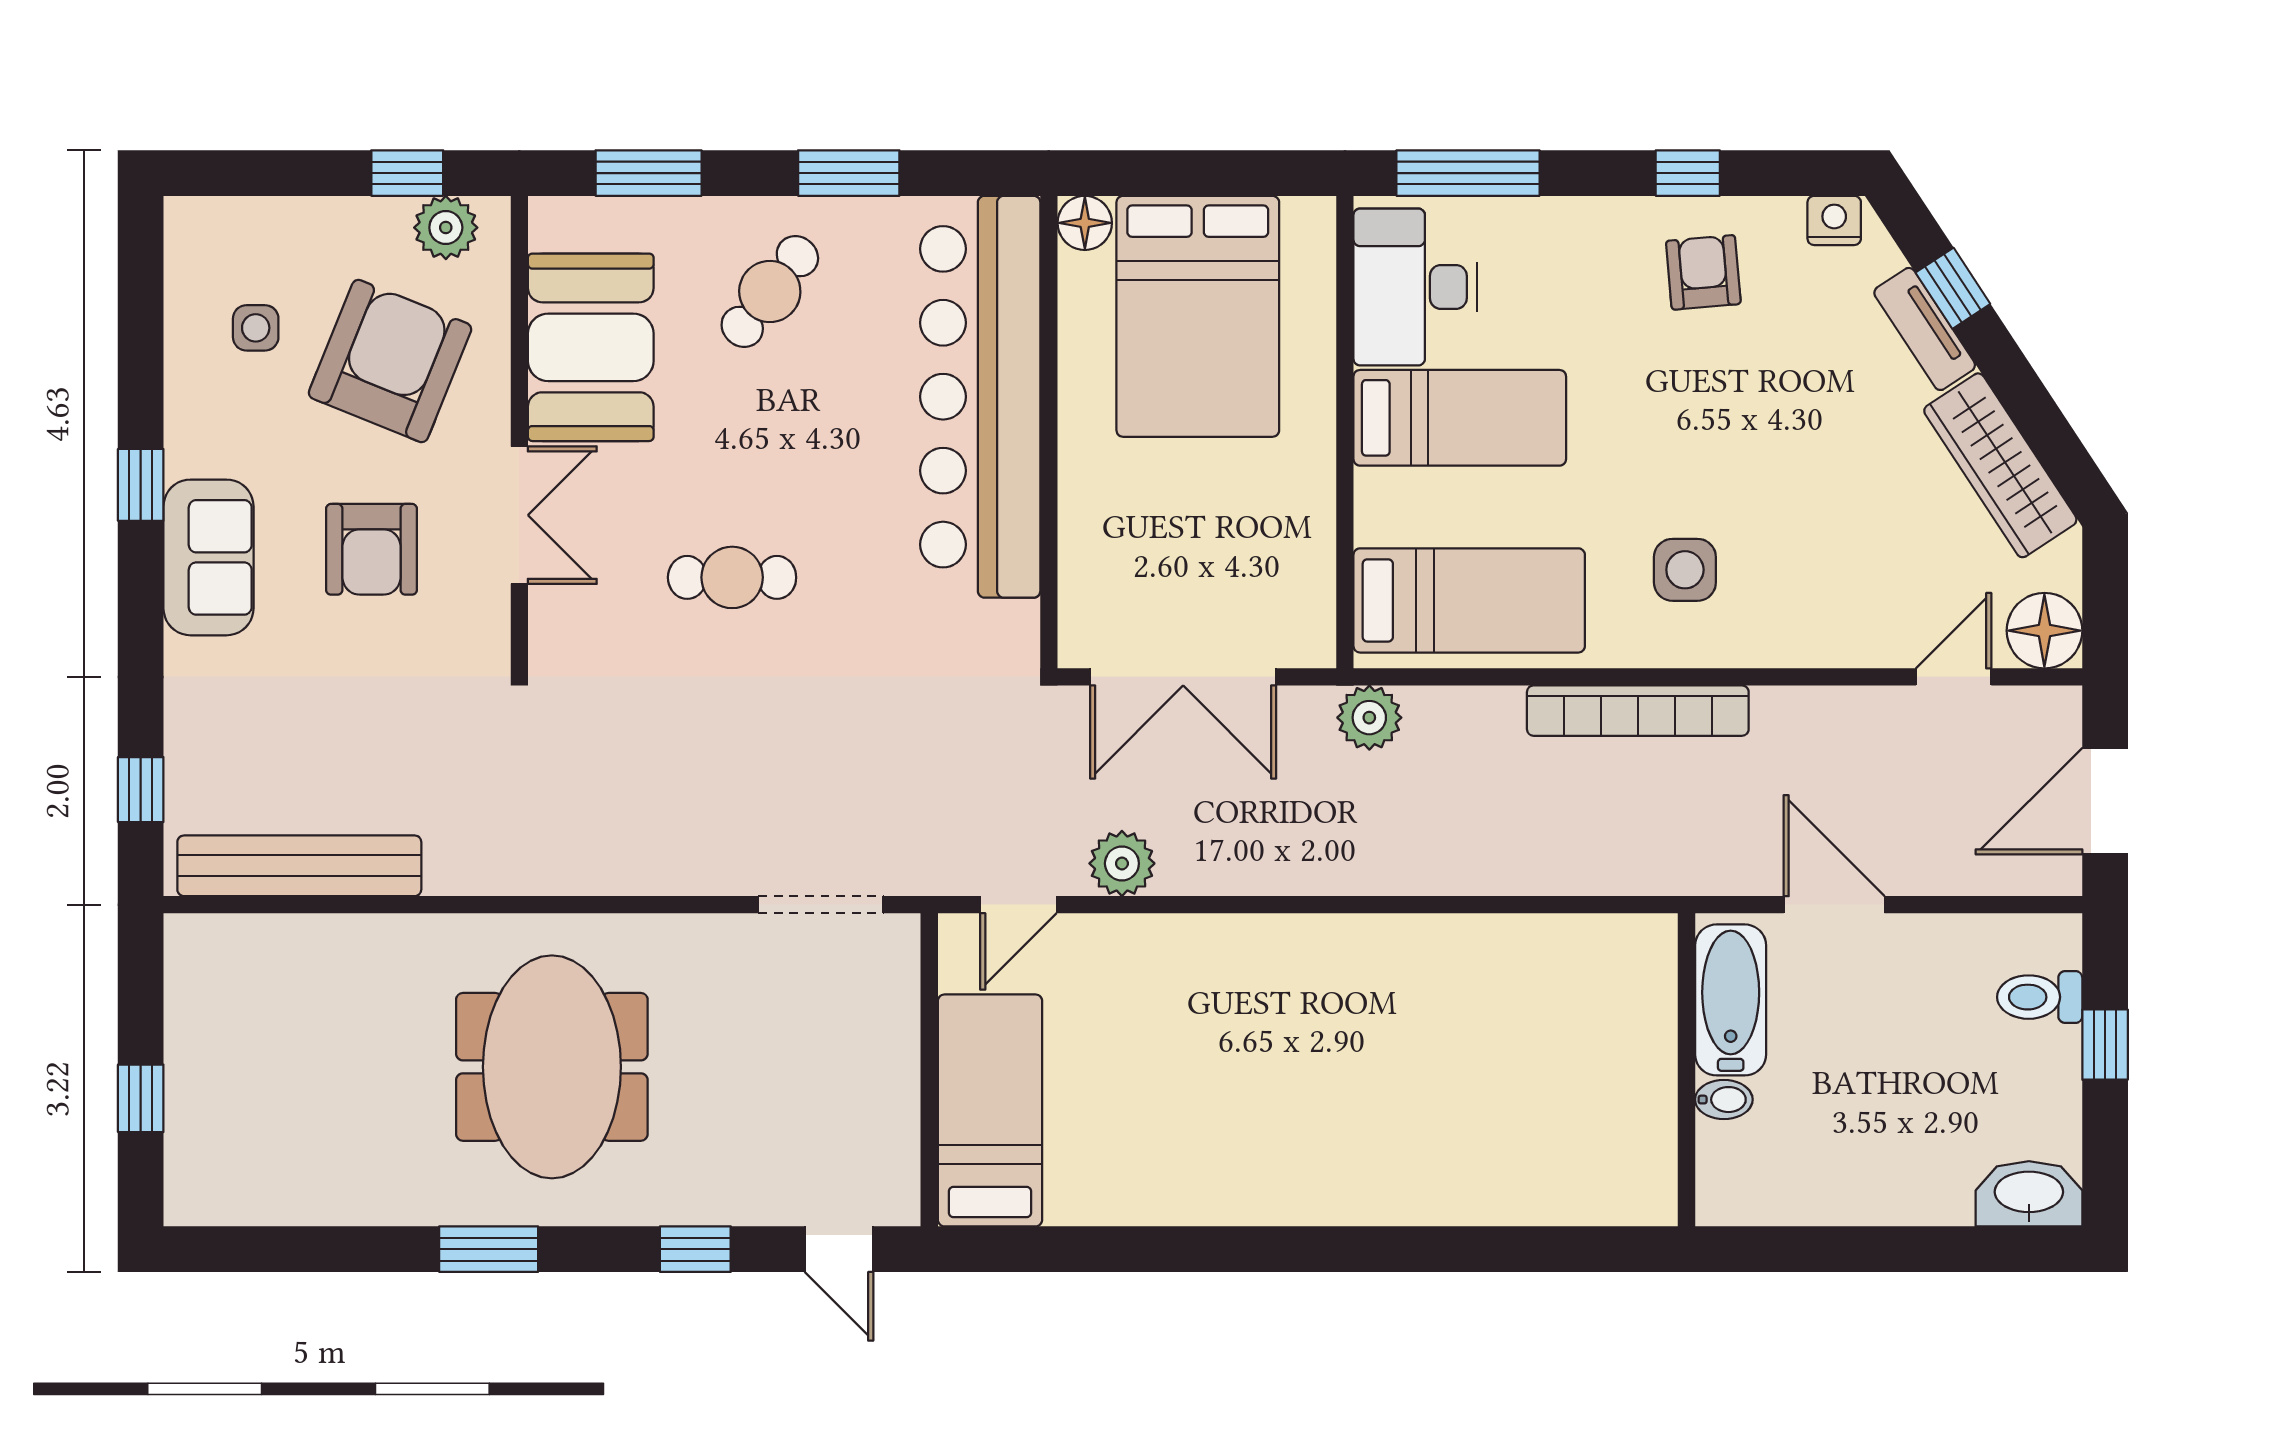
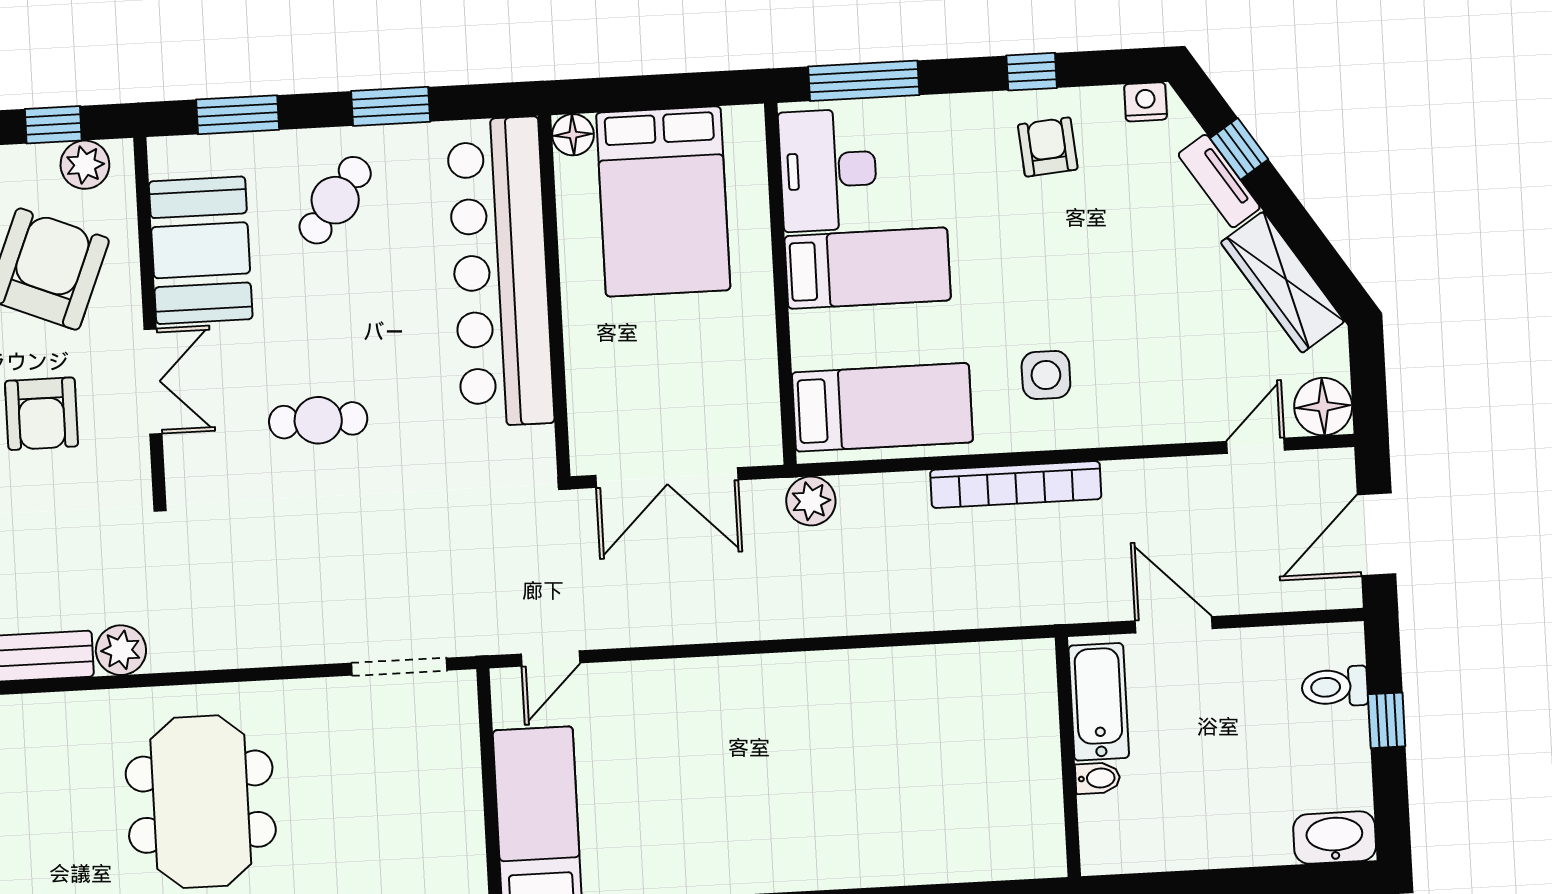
plant: (1122, 863) -> (121, 650), moved

